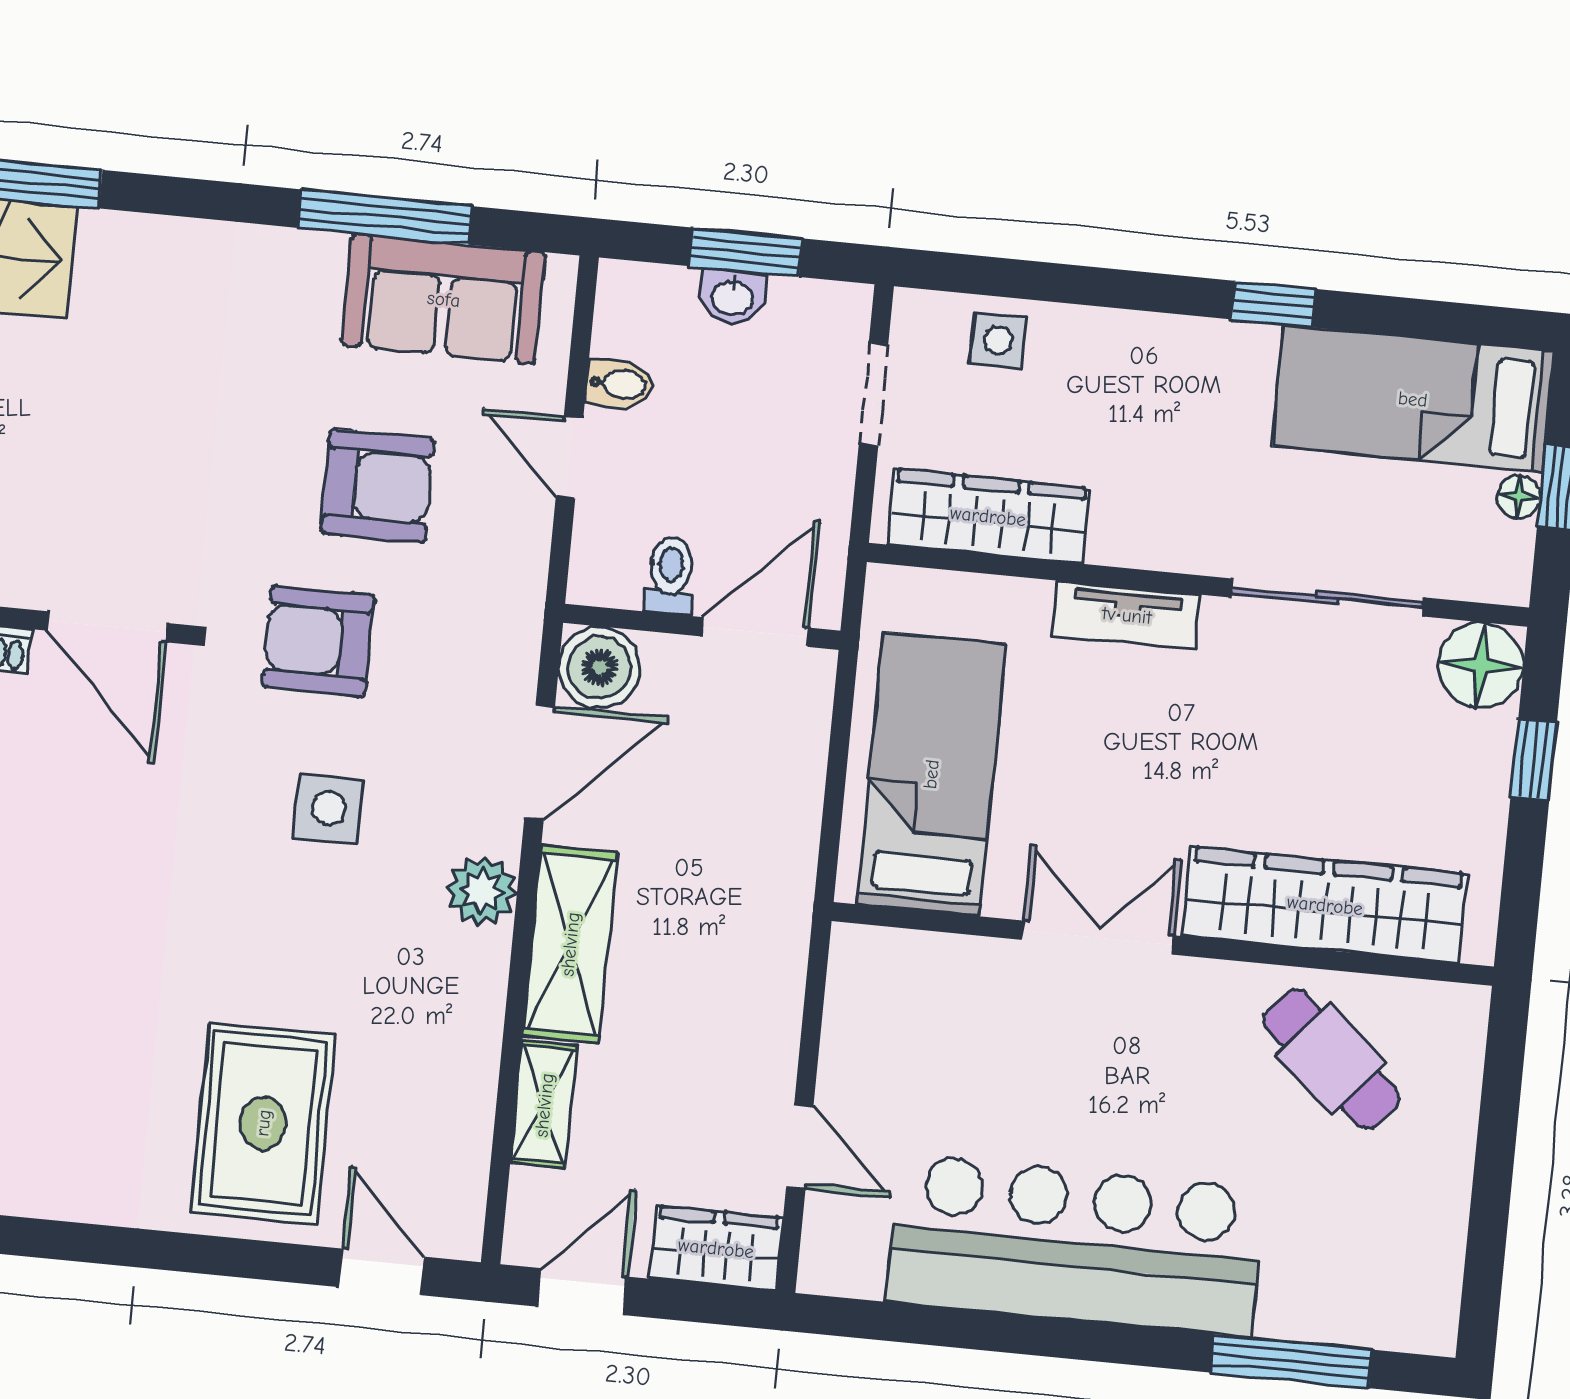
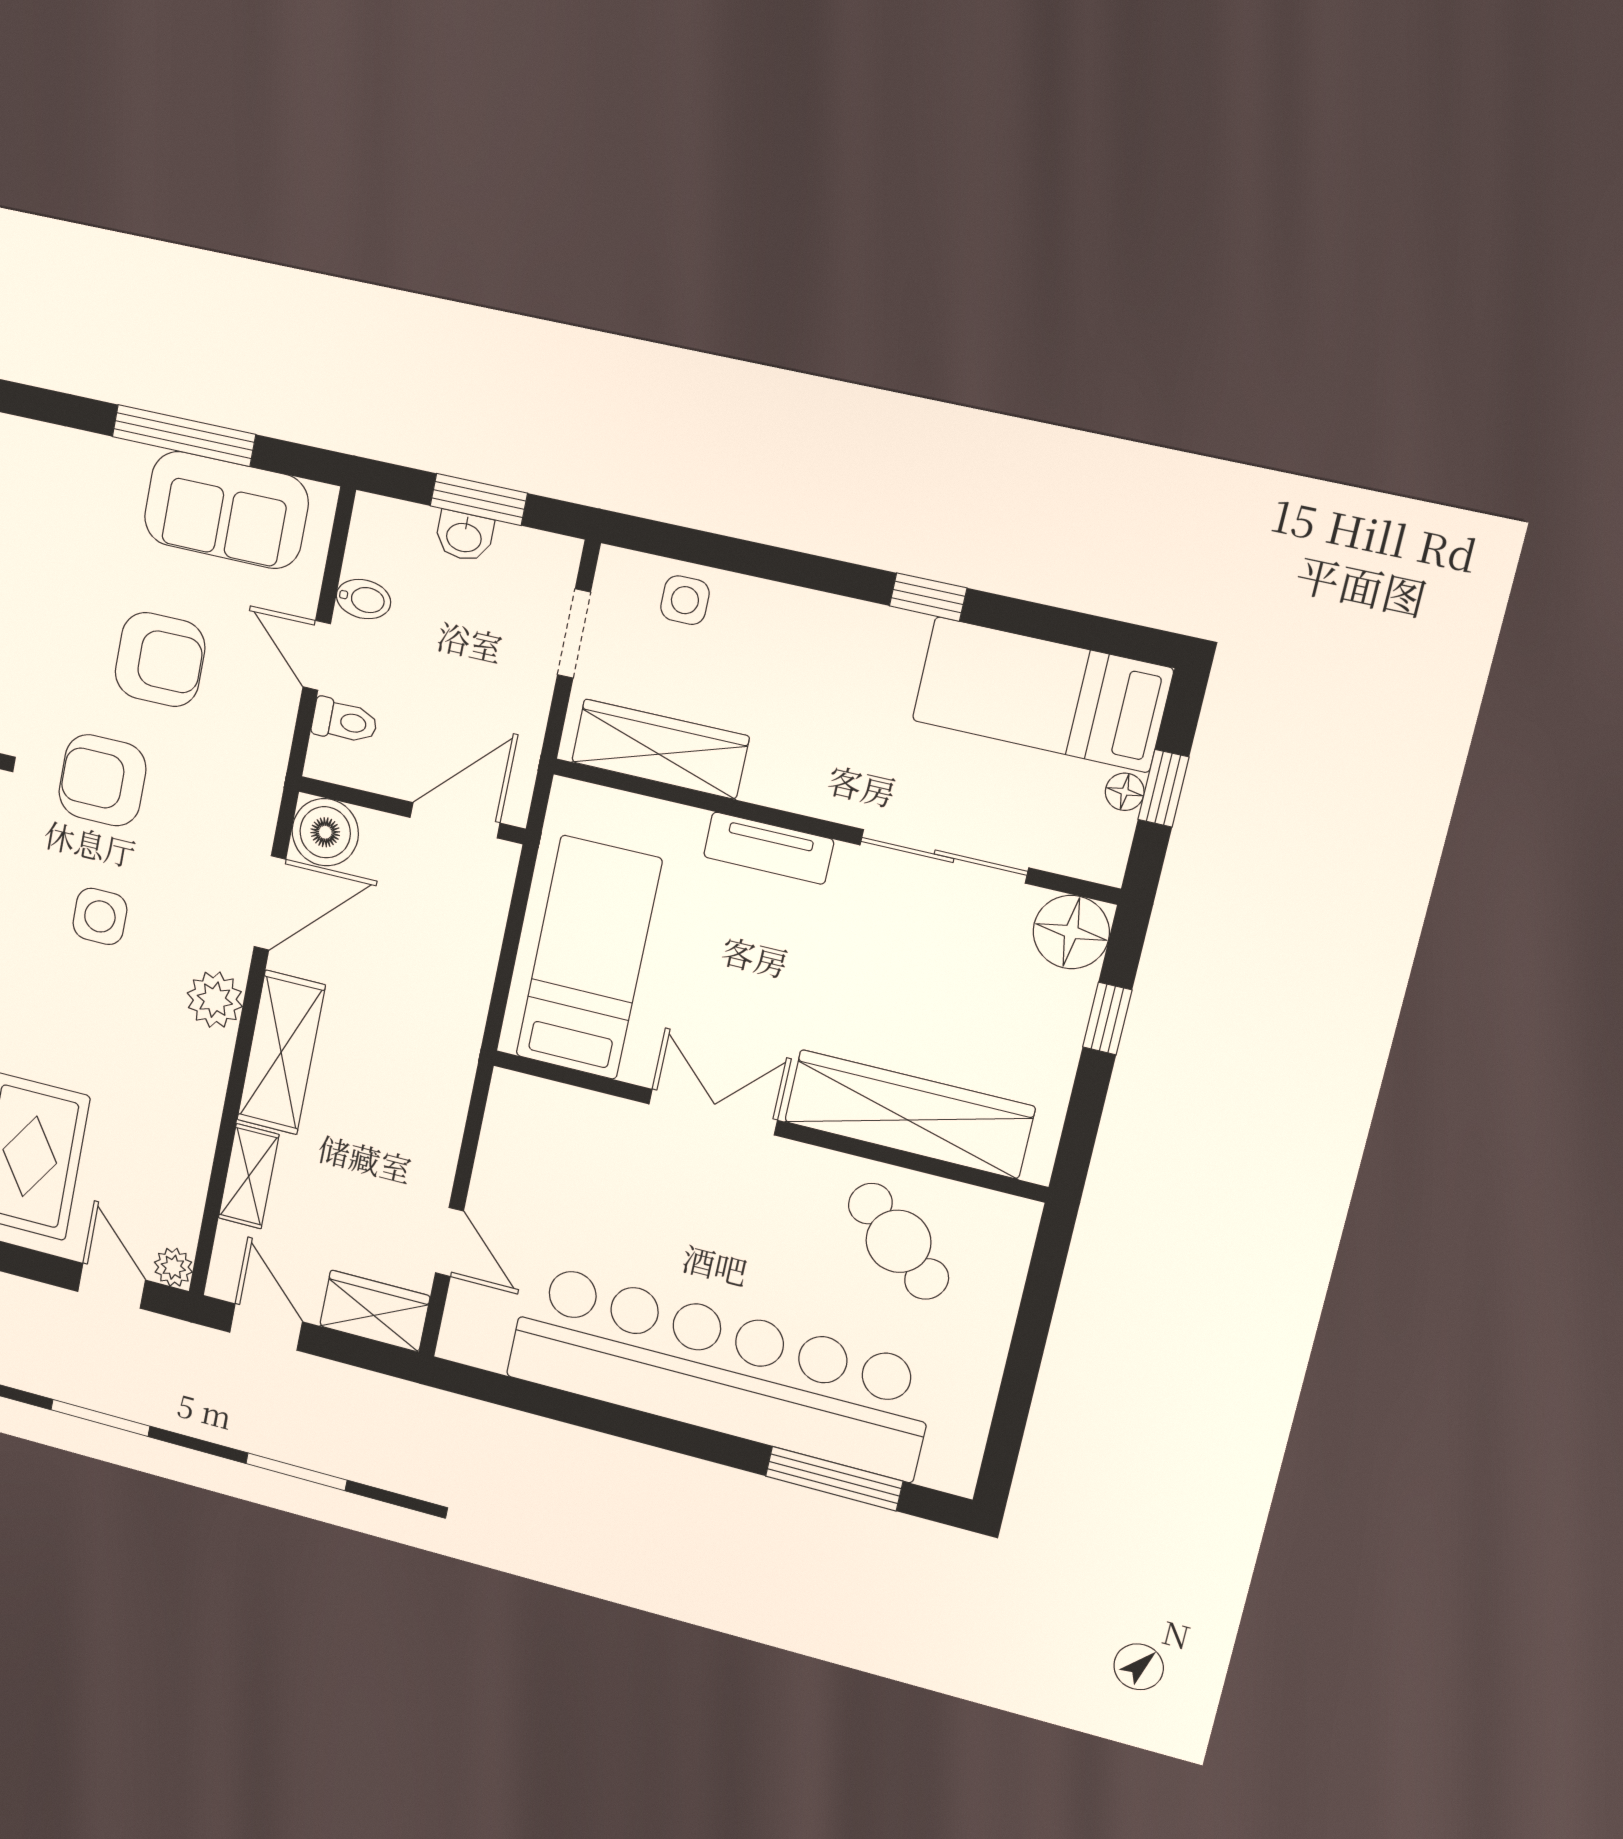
toilet: (671, 575) -> (345, 721), moved, turned 90
plant: (458, 1235) -> (173, 1267), added
bar counter: (1076, 1245) -> (720, 1371), width x1.36
door: (582, 1292) -> (266, 1327), hinge flipped

